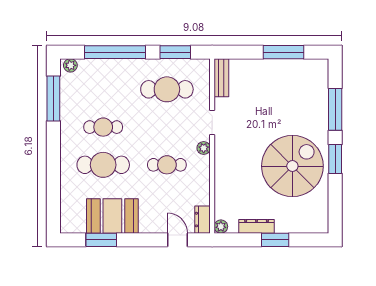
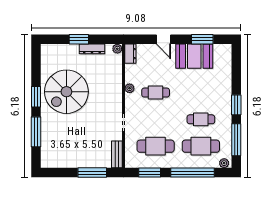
window: (284, 52) -> (92, 173), moved
window: (53, 147) -> (236, 105), added
plant: (204, 148) -> (130, 88), moved
cafe table: (103, 165) -> (201, 146), moved
door: (177, 240) -> (163, 39), moved

